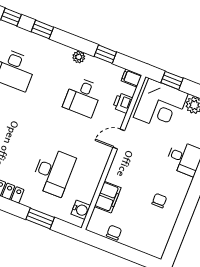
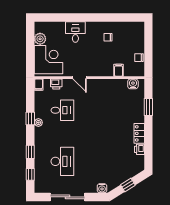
window: (105, 54) -> (30, 118), moved
window: (172, 80) -> (30, 59), removed
desk: (53, 172) -> (116, 110), removed
filing cabinet: (108, 197) -> (119, 70), width x0.50

